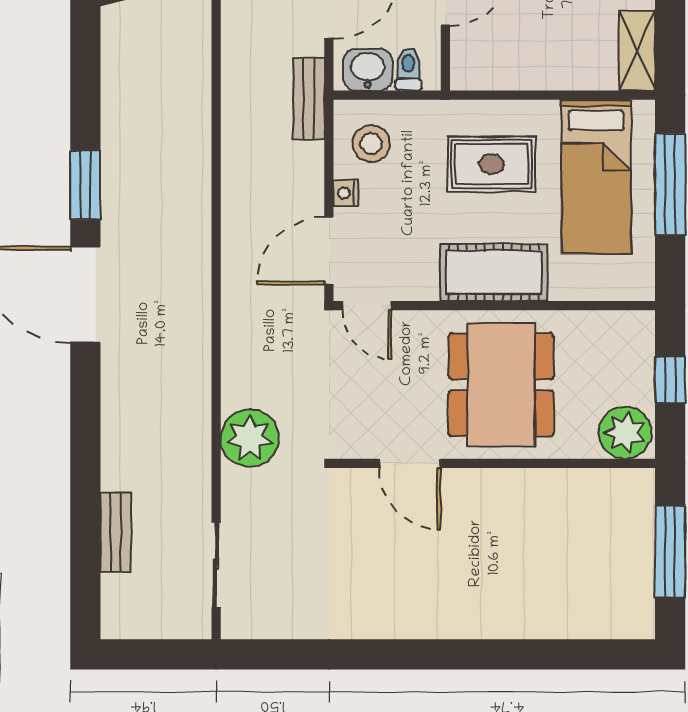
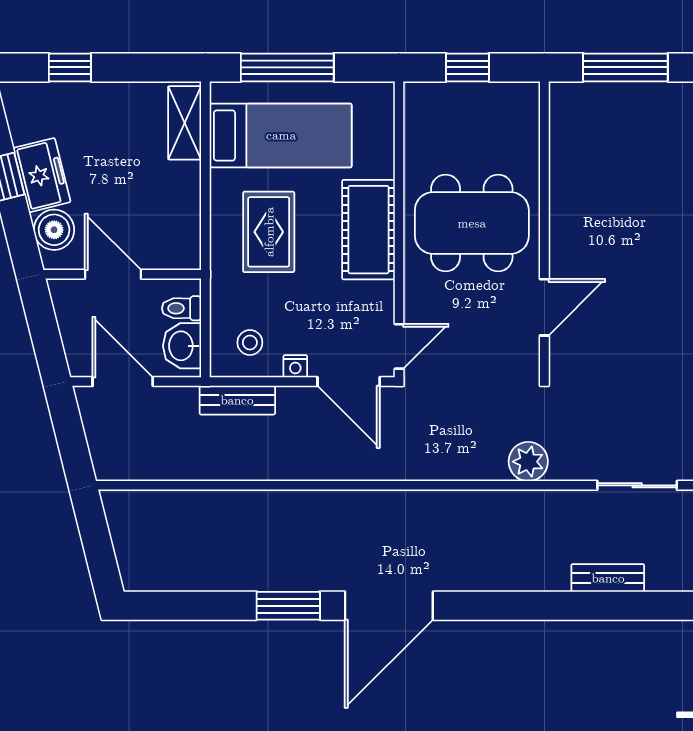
shelving: (637, 51) -> (185, 123), moved, turned 90
bench: (309, 99) -> (237, 400), moved
stool: (371, 144) -> (250, 343), width x0.73, depth x0.73
plant: (625, 433) -> (516, 109), removed
plant: (250, 438) -> (528, 462), width x0.73, depth x0.73

